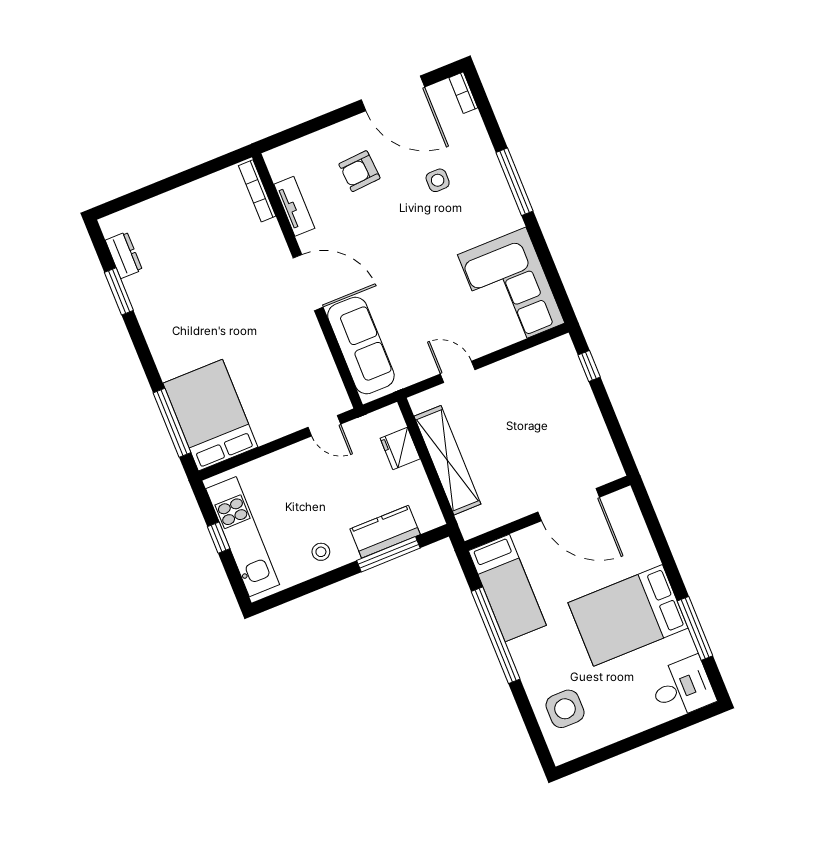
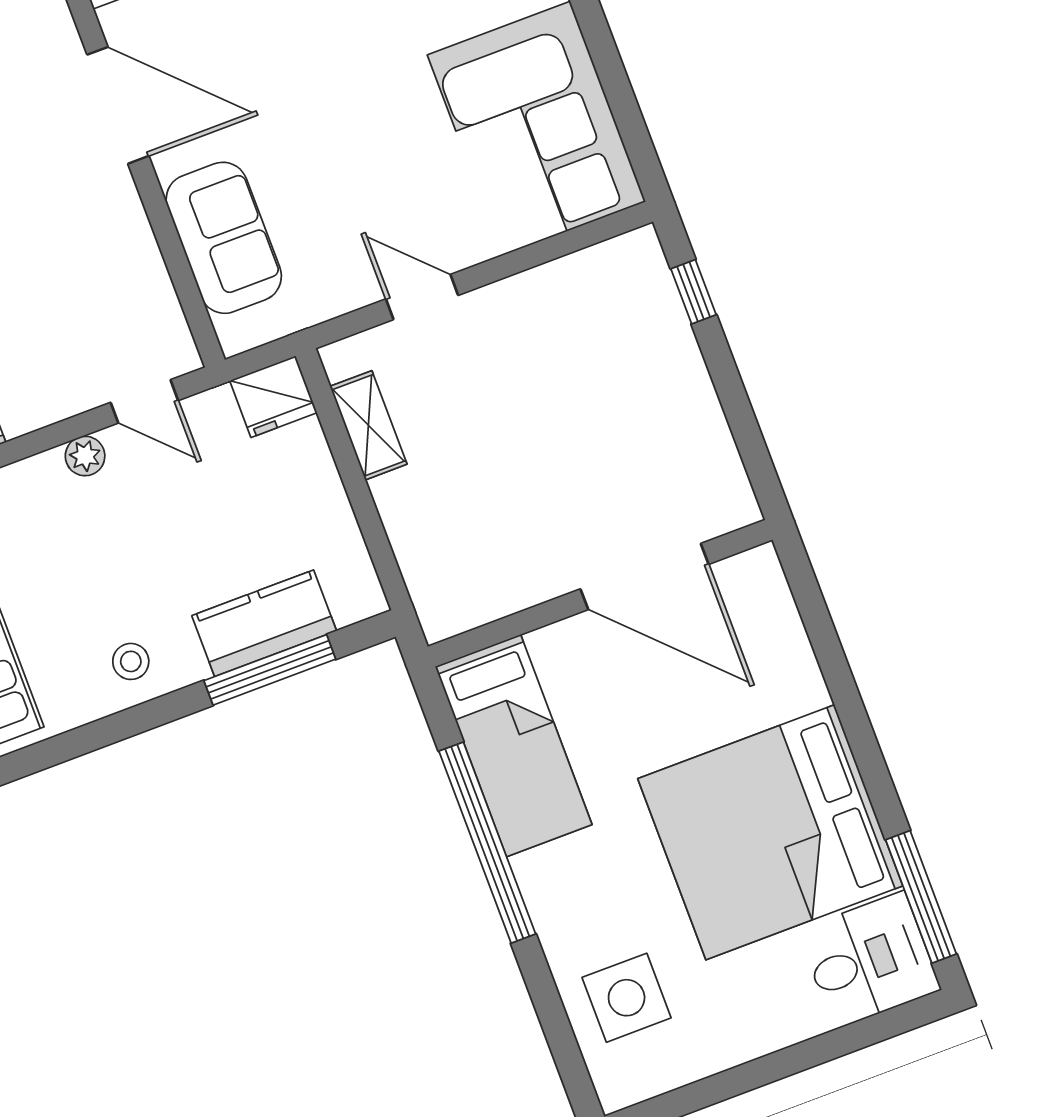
sofa: (361, 346) -> (224, 238), width x0.73
fridge: (400, 448) -> (273, 397), moved, turned -90
plant: (296, 453) -> (85, 456), added
shelving: (447, 460) -> (368, 425), width x0.45, depth x0.75
bed: (628, 615) -> (770, 832), width x1.36
window: (695, 628) -> (921, 897), moved

